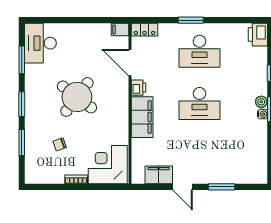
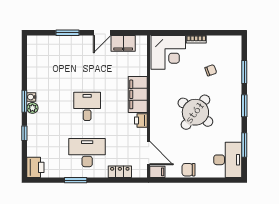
window: (191, 20) -> (76, 180), moved
locker: (145, 30) -> (120, 172), moved
chair: (85, 32) -> (189, 170), added
door: (130, 63) -> (149, 153), moved
desk: (199, 104) -> (87, 106), width x0.73
door: (183, 187) -> (102, 33), swing flipped

